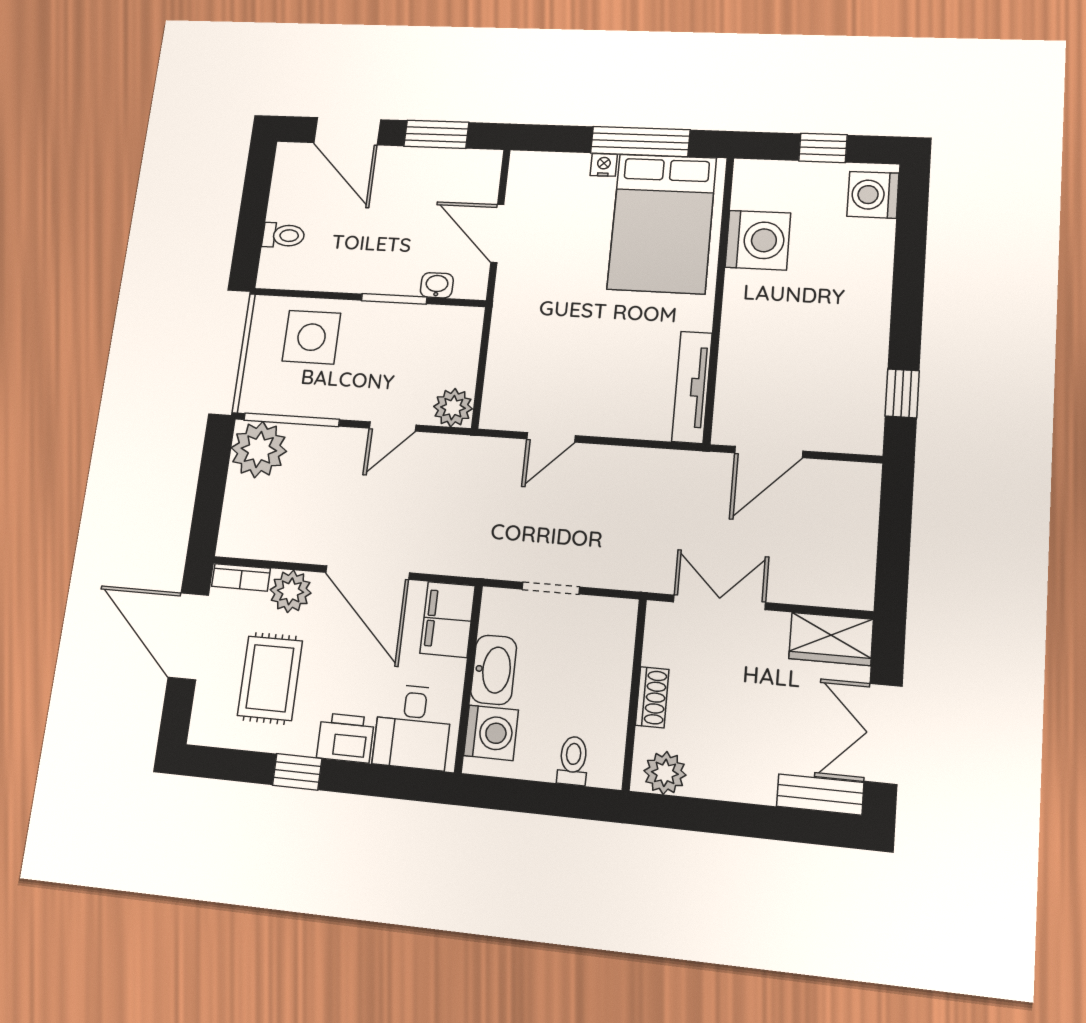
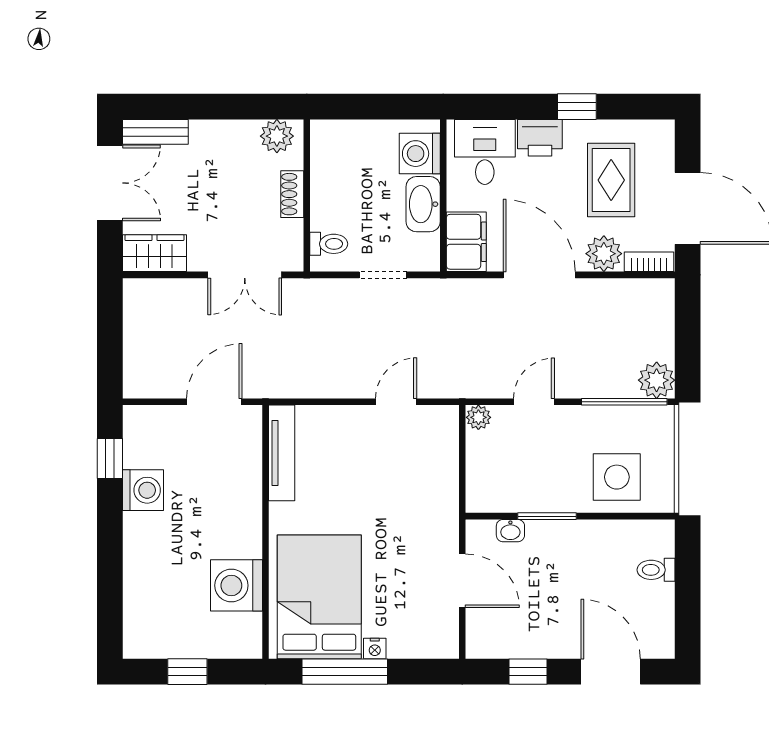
window: (436, 134) -> (528, 672), width x0.67
washing machine: (873, 195) -> (143, 490), moved
plant: (453, 408) -> (478, 417), width x0.73, depth x0.73
plant: (259, 450) -> (657, 380), width x0.73, depth x0.73
toilet: (573, 761) -> (329, 244), moved, turned -90

